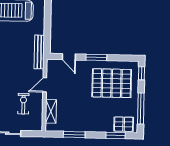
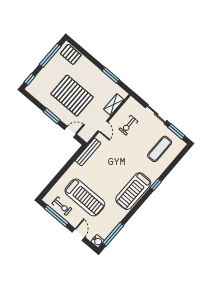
door: (69, 57) -> (70, 132), hinge flipped
pallet: (112, 83) -> (72, 96), moved
door: (45, 85) -> (103, 126), hinge flipped
window: (116, 135) -> (83, 51), removed

